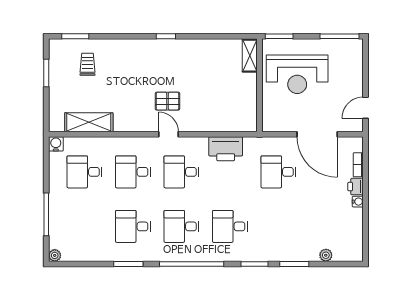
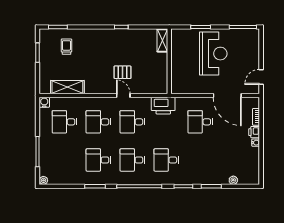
shelving: (250, 56) -> (162, 40), moved
reception desk: (297, 74) -> (213, 54), turned -90
wall: (260, 85) -> (169, 61), moved

